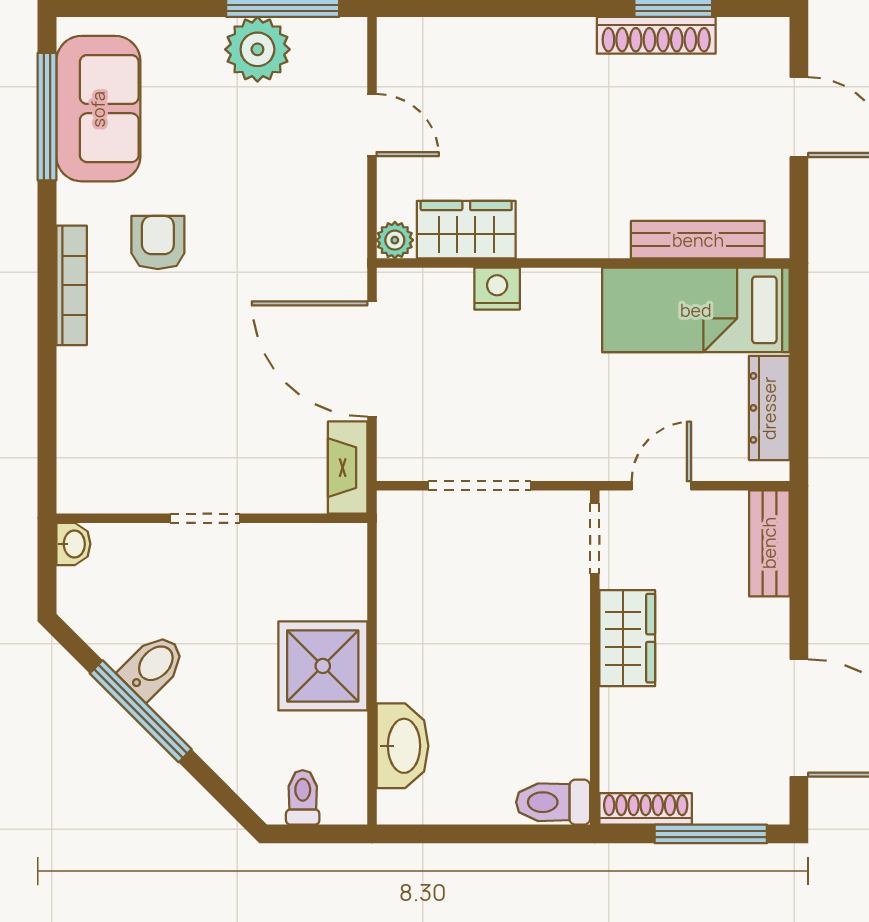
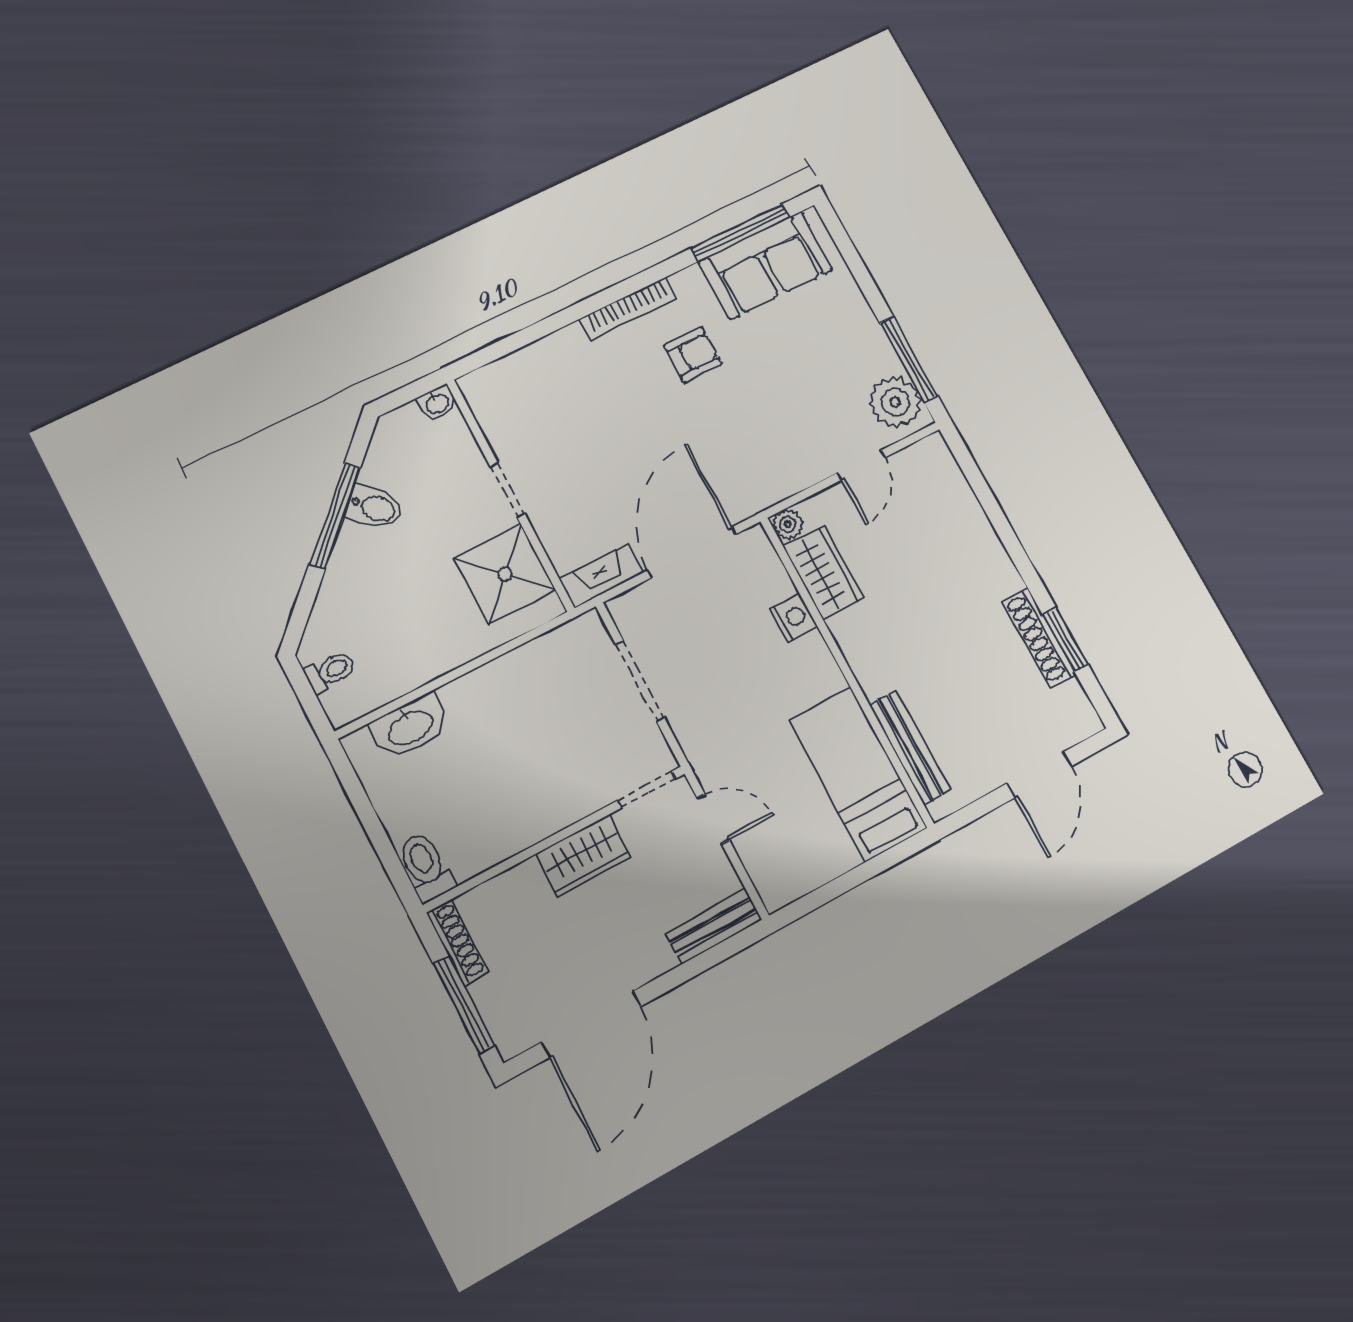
plant: (257, 49) -> (895, 402), moved
dresser: (769, 408) -> (816, 870), removed
shower: (323, 666) -> (505, 574), moved

